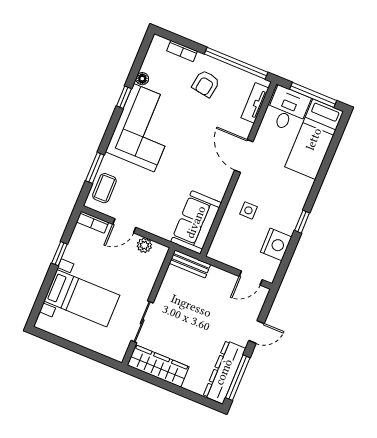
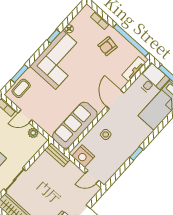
sofa: (196, 222) -> (75, 125), width x1.36
nightstand: (276, 244) -> (83, 156), moved, turned 90

